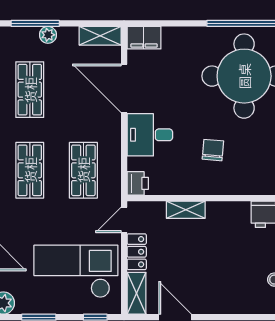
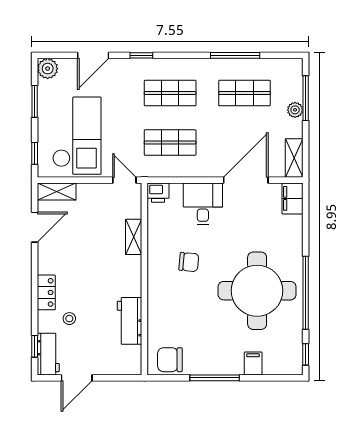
locker: (137, 252) -> (46, 292), moved, turned -90

